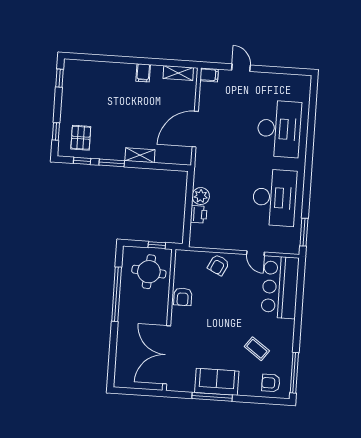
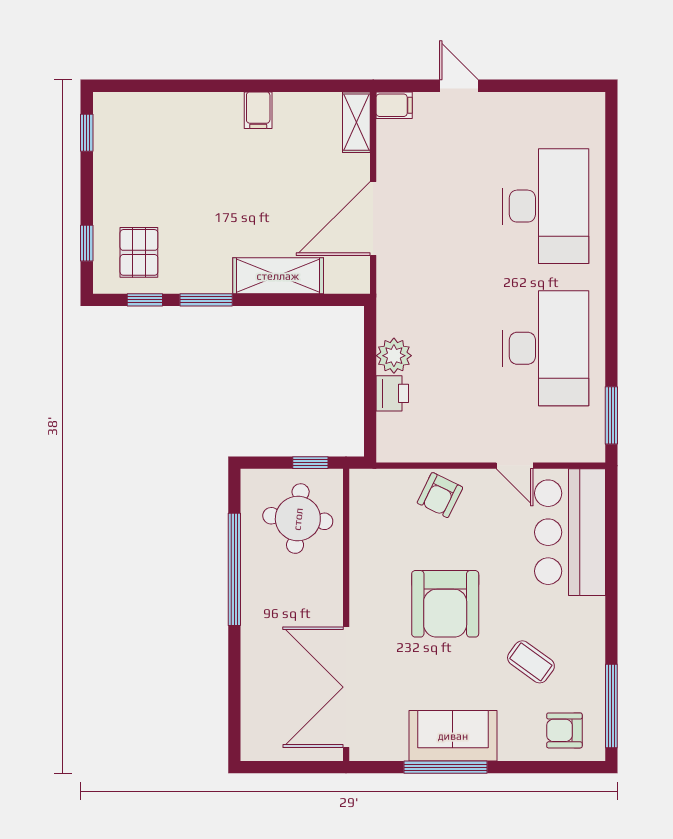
shelving: (178, 73) -> (356, 122), moved, turned 90
shelving: (140, 155) -> (278, 276), width x1.50, depth x1.33
armchair: (183, 297) -> (445, 604), moved, width x1.88, depth x1.88

